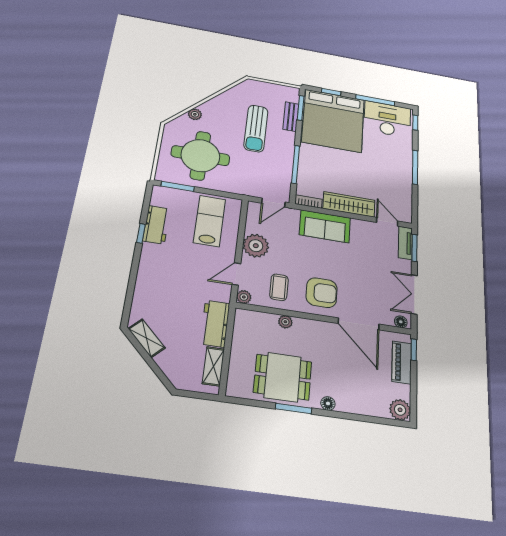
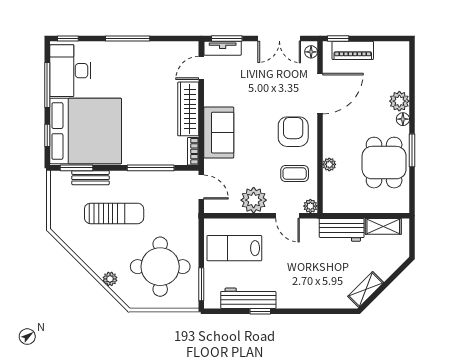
workbench: (156, 225) -> (248, 298), width x1.38
plant: (400, 410) -> (399, 101), moved

